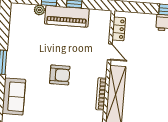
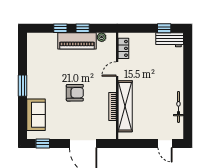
plant: (39, 10) -> (102, 37), moved
door: (110, 52) -> (117, 69), swing flipped

